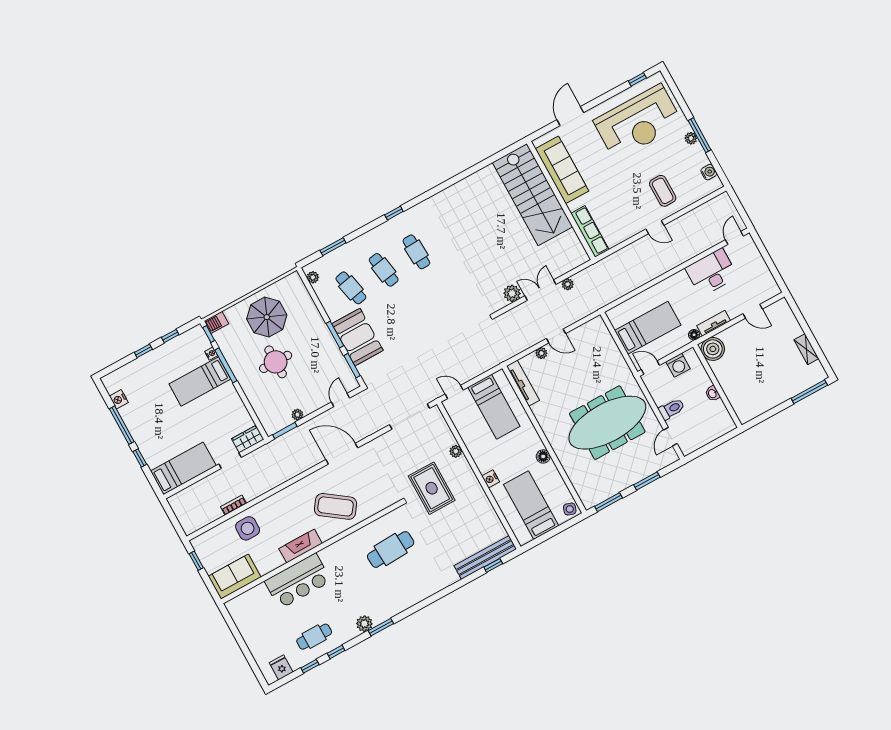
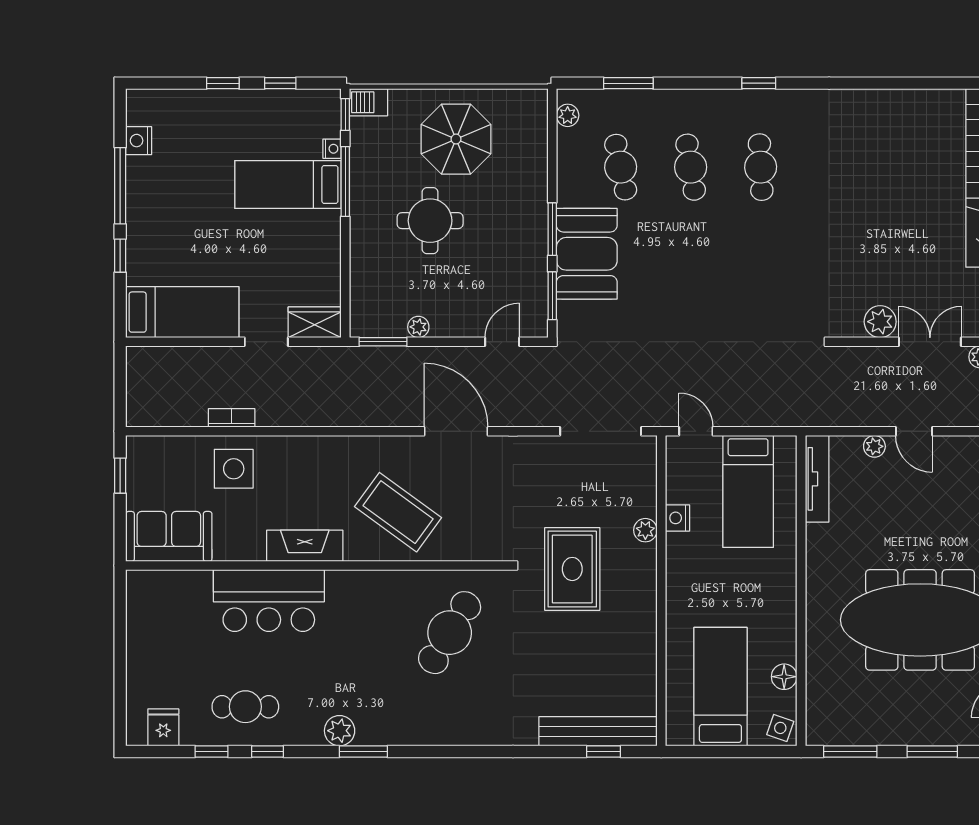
floor lamp: (543, 456) -> (784, 677), moved
nightstand: (491, 479) -> (678, 518), moved
cafe table: (391, 549) -> (450, 633), turned -56

